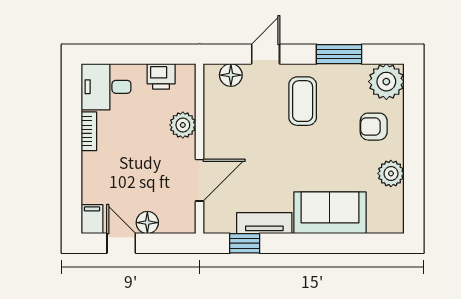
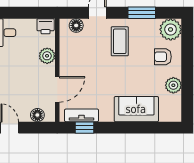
printer: (161, 76) -> (46, 26), moved
floor lamp: (147, 223) -> (37, 115), moved
tv unit: (264, 223) -> (82, 115), moved

